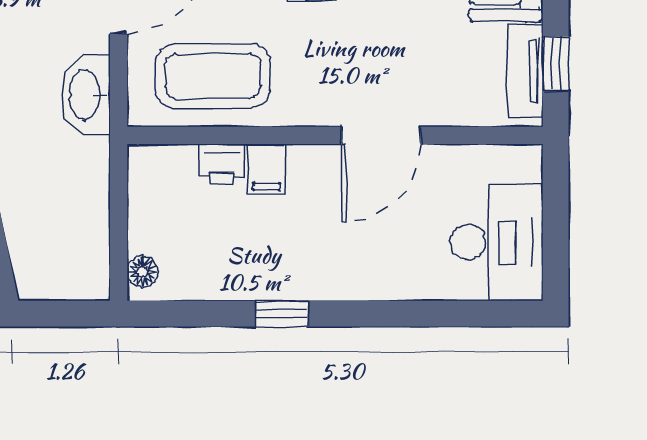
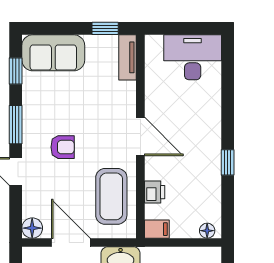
tv unit: (525, 71) -> (128, 57), moved, turned 90
door: (381, 135) -> (140, 137), moved
filing cabinet: (266, 169) -> (157, 229), moved

